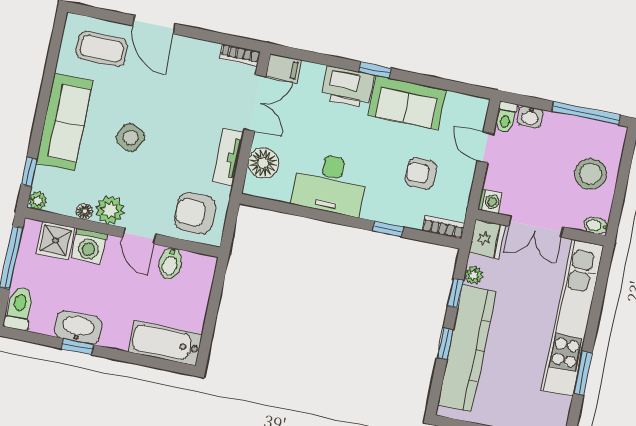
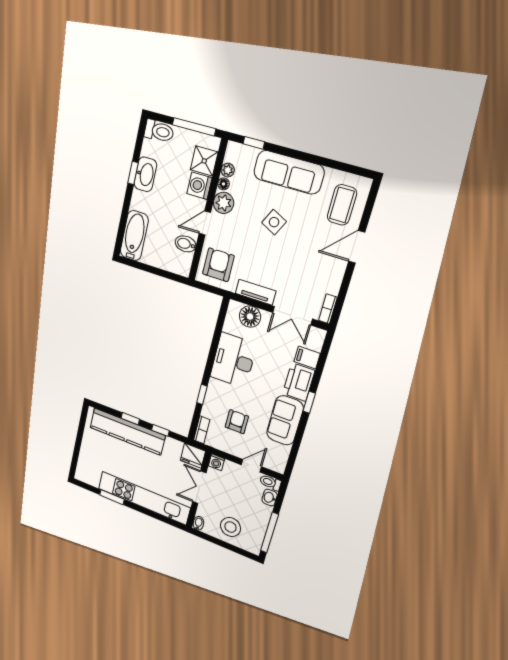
filing cabinet: (283, 68) -> (307, 358), moved, turned 90
plant: (38, 201) -> (228, 170), moved
plant: (474, 275) -> (171, 444), removed

